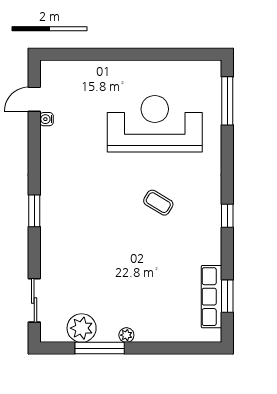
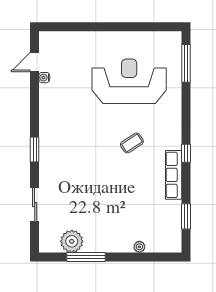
coffee table: (158, 203) -> (132, 143), turned -64
row of seats: (212, 297) -> (174, 175), moved
sliding door: (34, 300) -> (35, 205), moved
plant: (126, 335) -> (139, 247), moved

